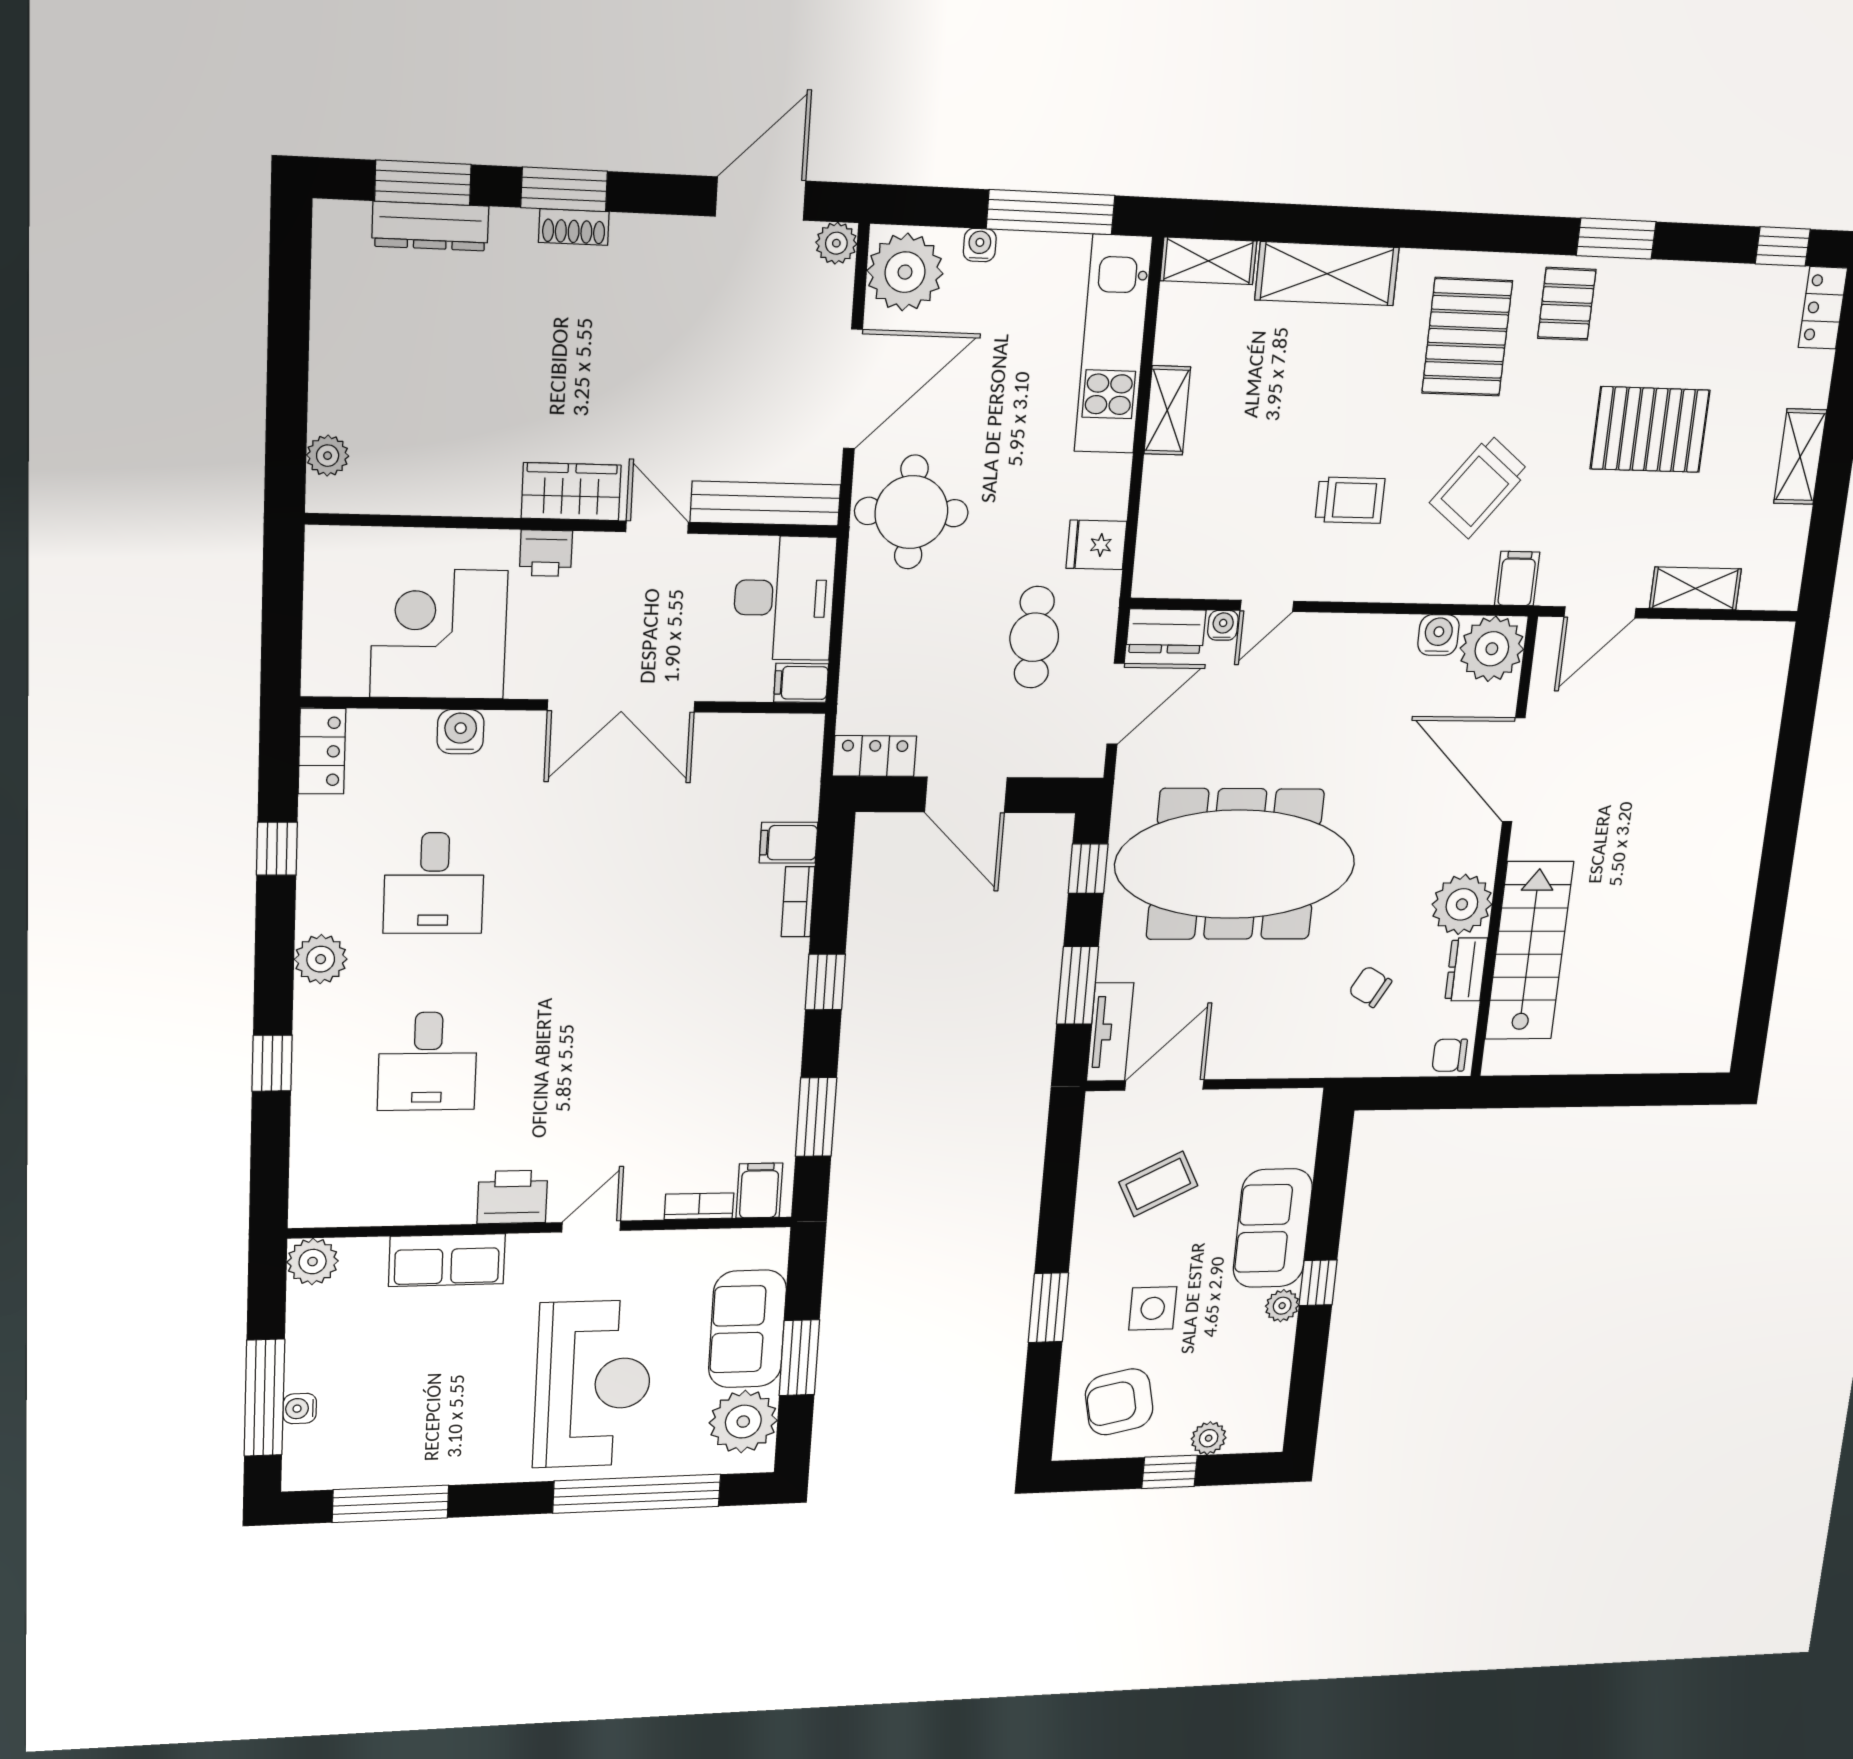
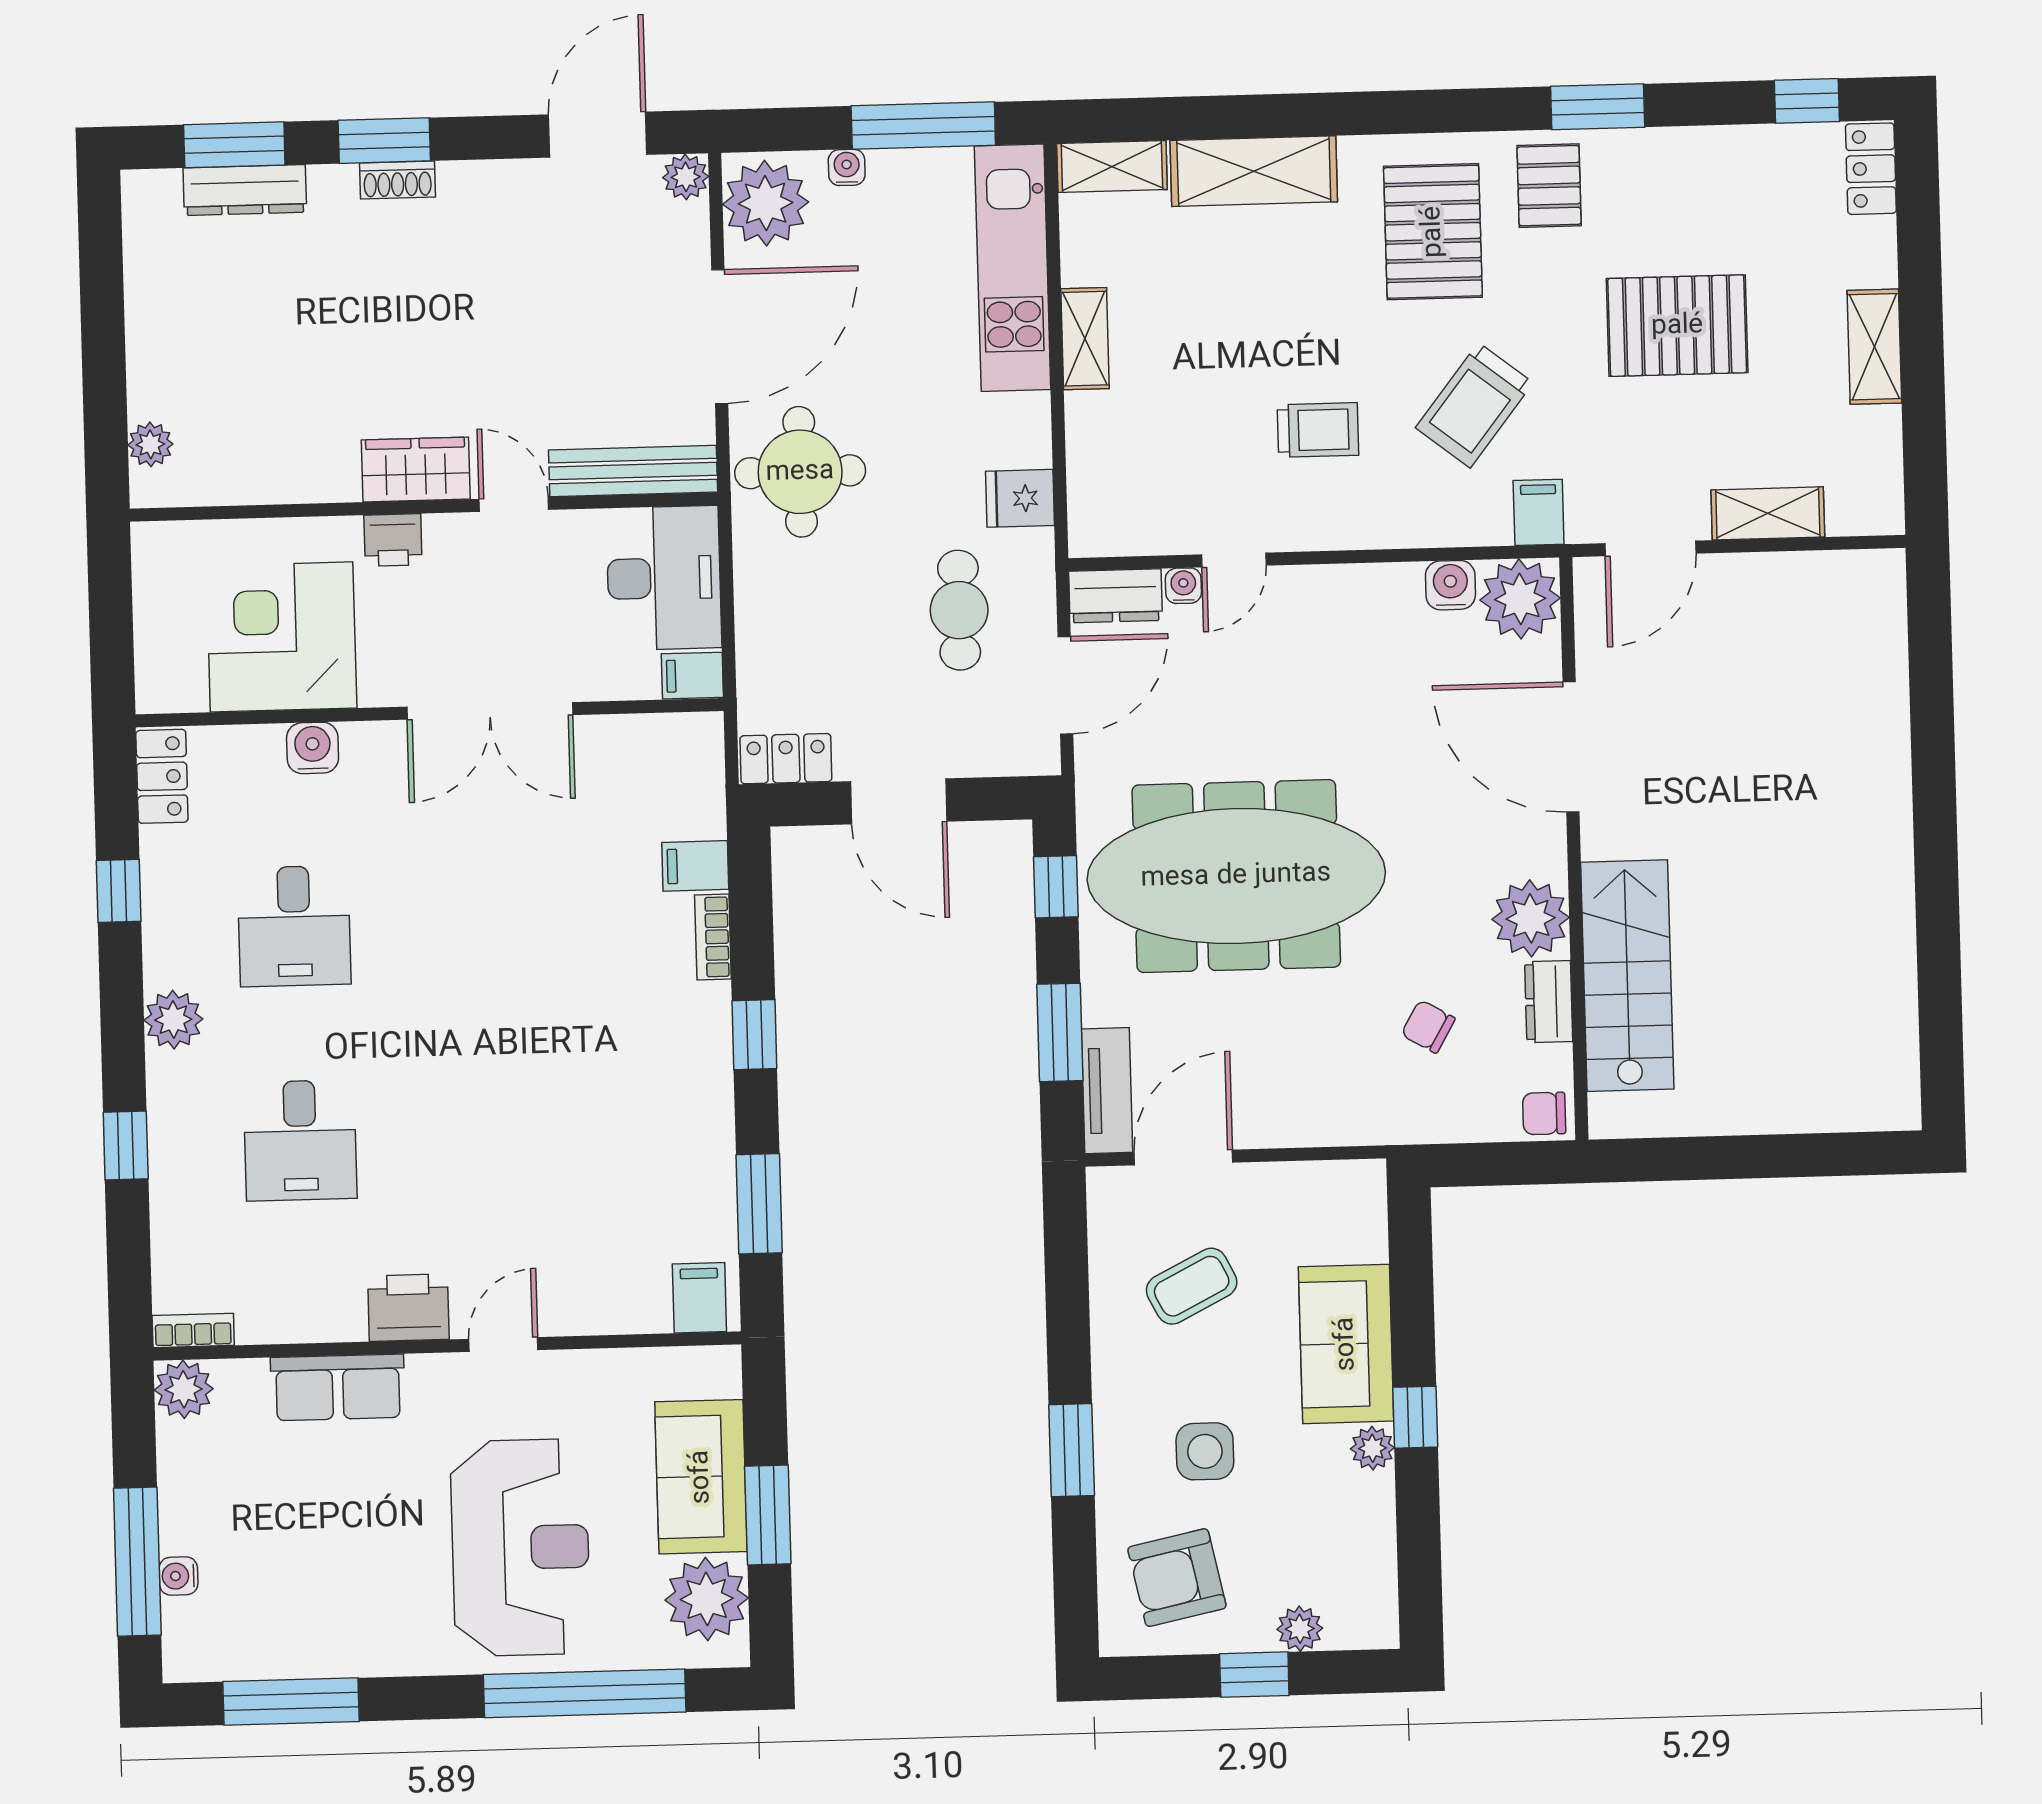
bookcase: (699, 1206) -> (193, 1330), moved

